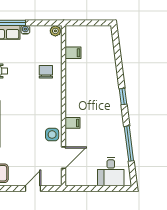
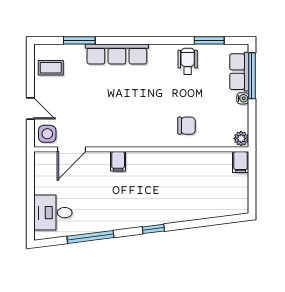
filing cabinet: (73, 53) -> (241, 162), moved
side table: (52, 135) -> (47, 134), moved
door: (64, 158) -> (72, 149), hinge flipped

